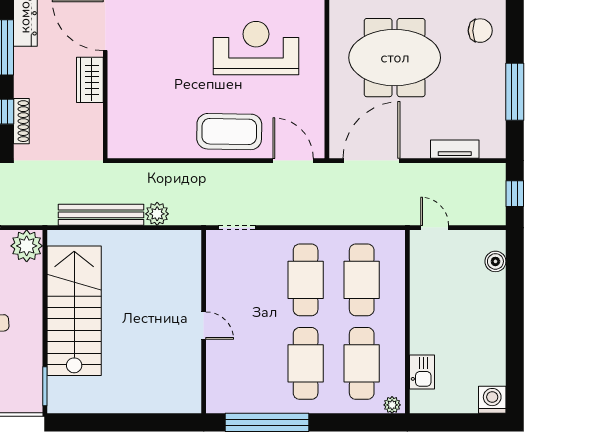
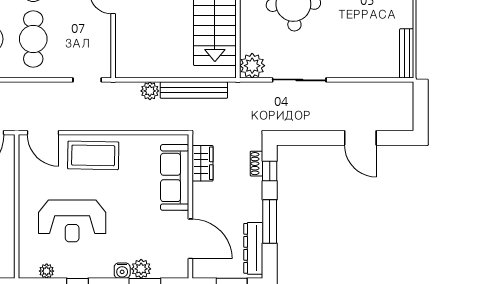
wardrobe: (90, 80) -> (203, 163), moved
sofa: (125, 103) -> (175, 177), added
shoe rack: (21, 121) -> (256, 164), width x0.70

